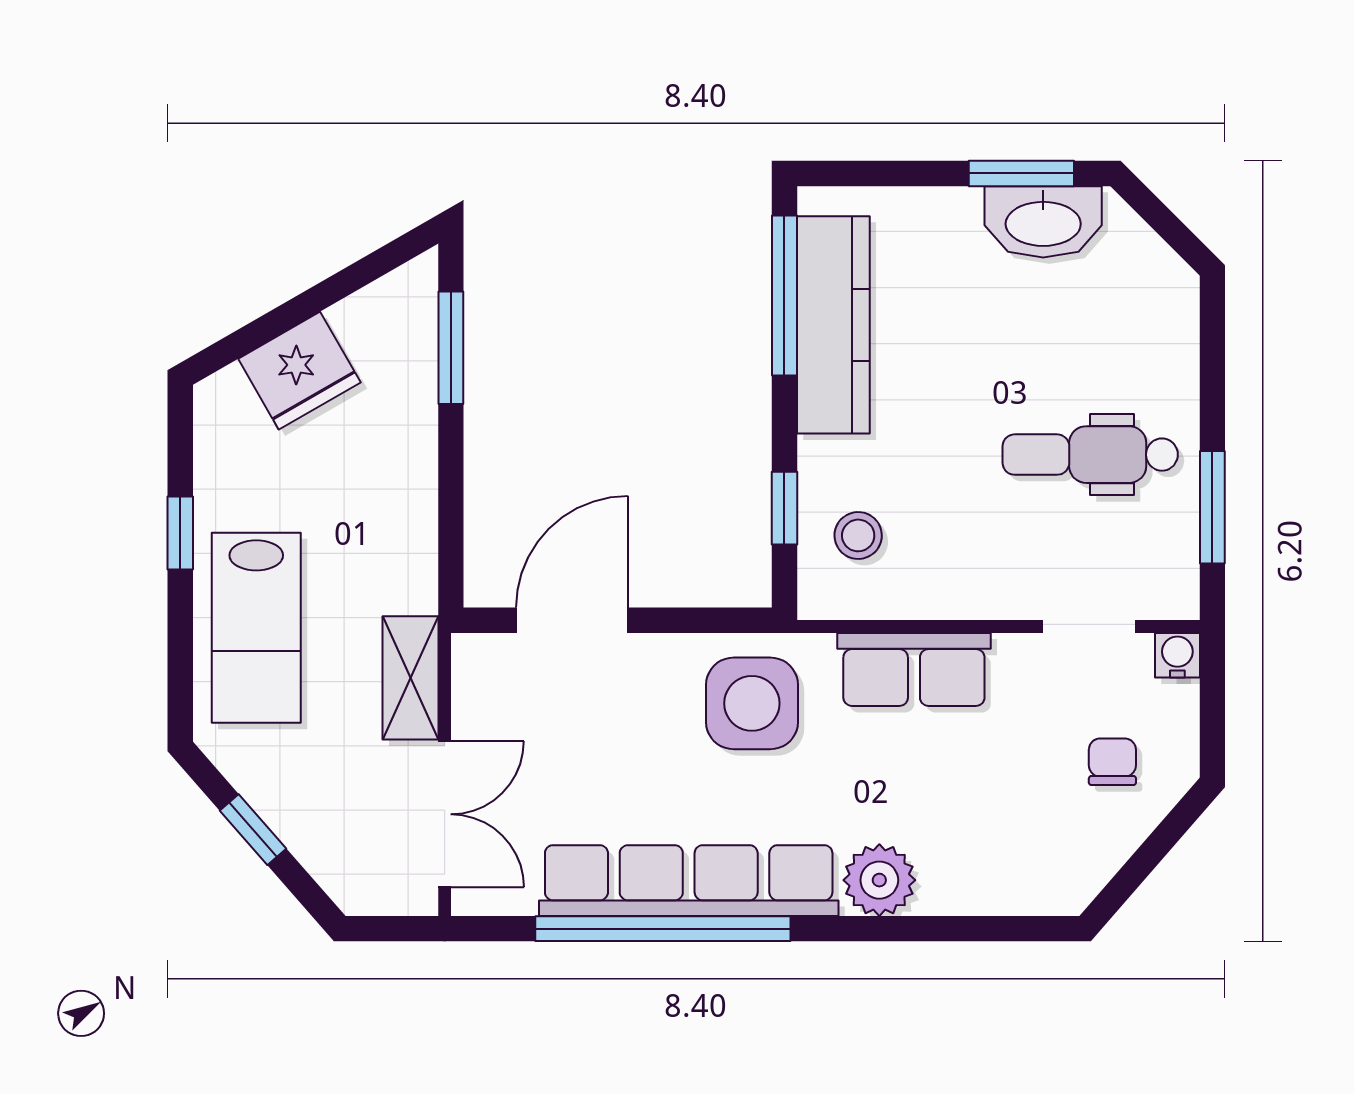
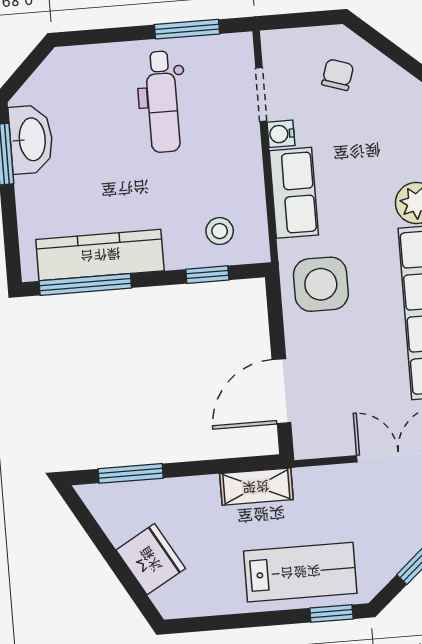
window: (180, 533) -> (331, 613), moved
door: (572, 620) -> (281, 391), hinge flipped
water cooler: (1177, 655) -> (281, 134), moved
shelving: (411, 678) -> (256, 487), moved
chair: (1112, 762) -> (338, 75), turned 108

